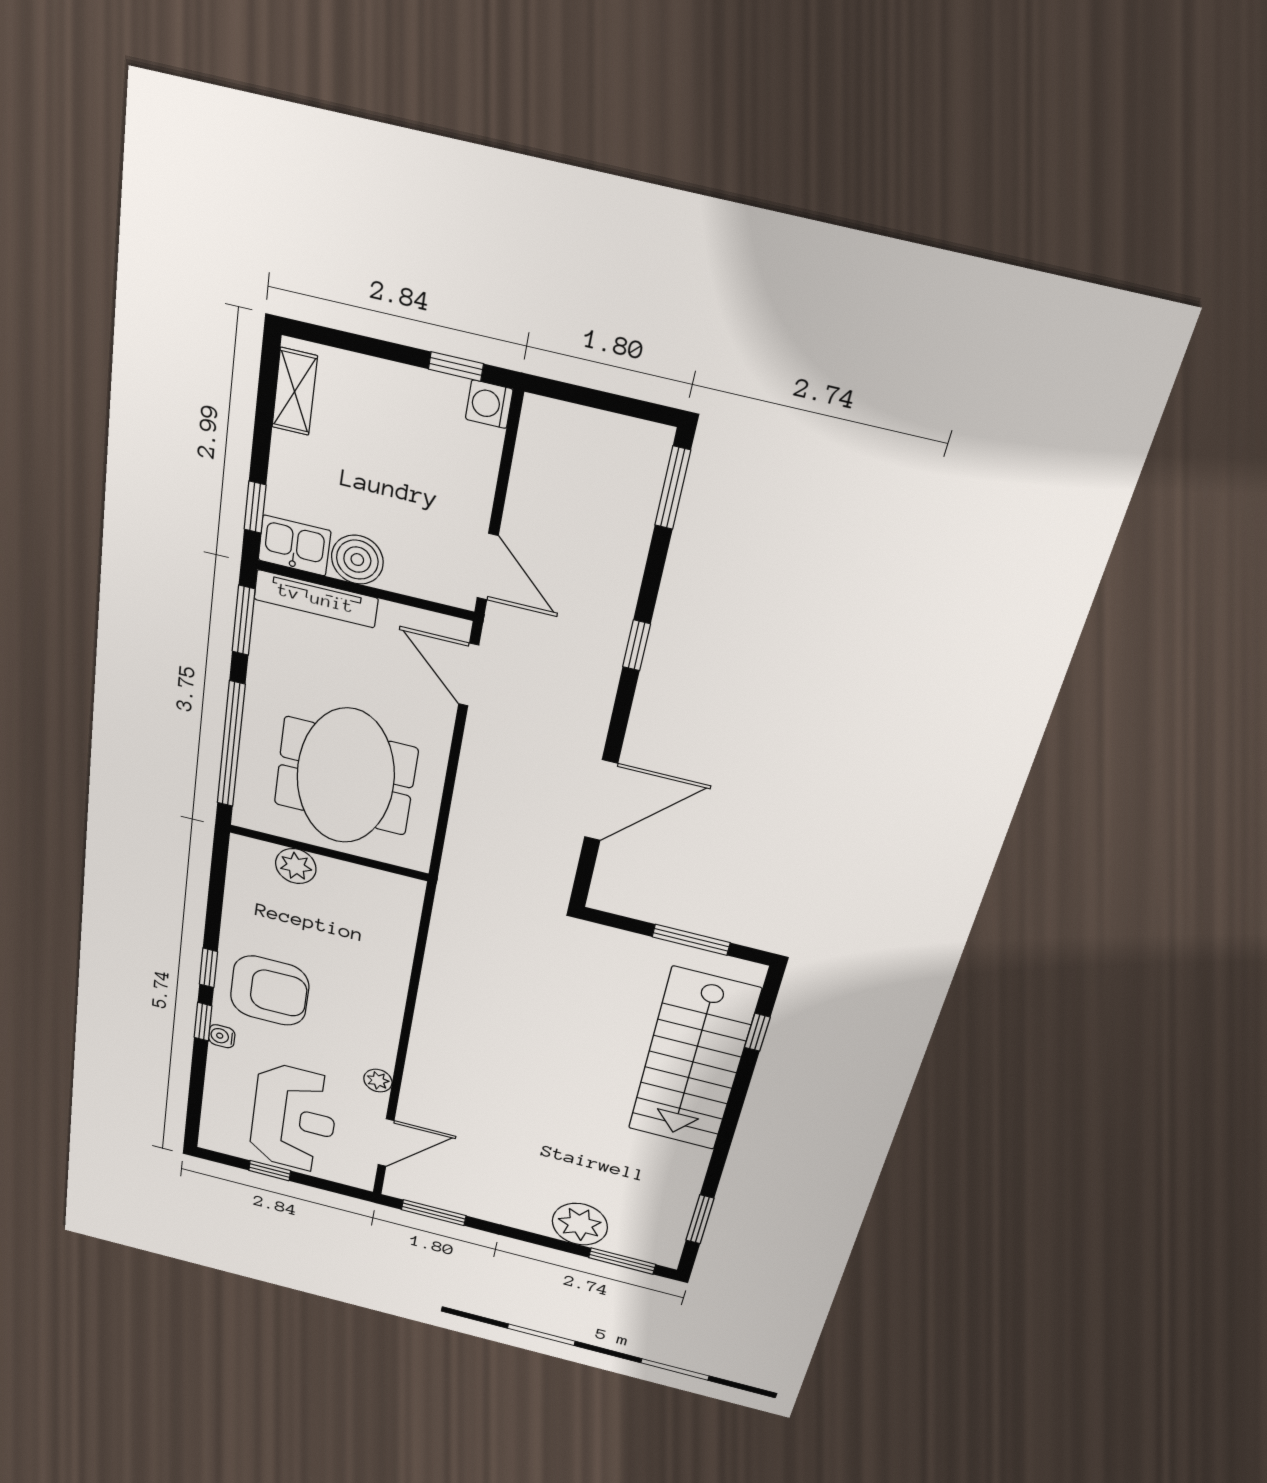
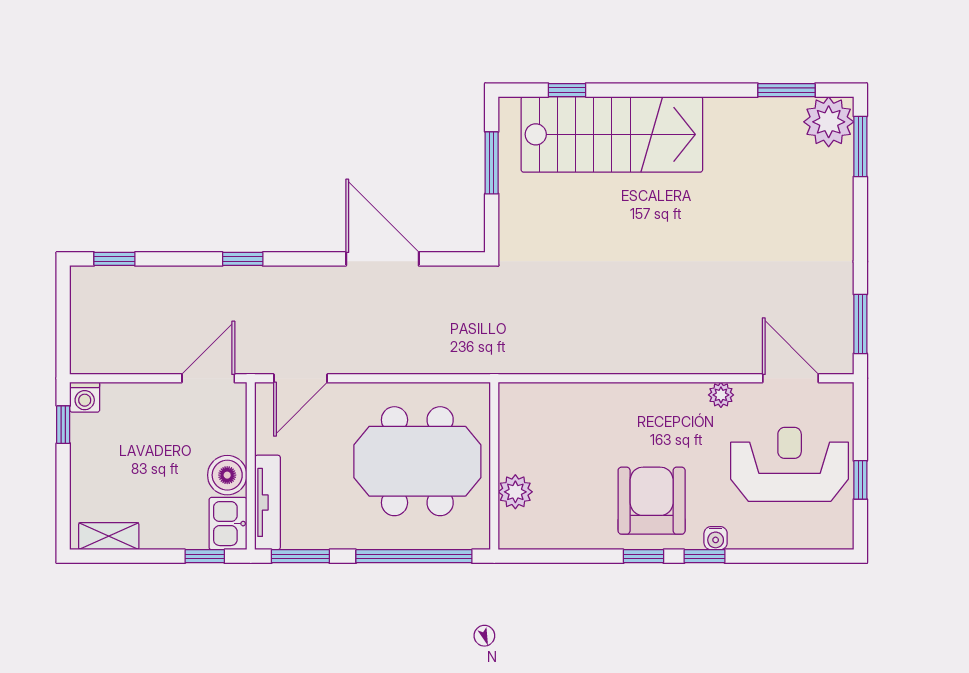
window: (673, 488) -> (114, 259), width x0.67
plant: (580, 1224) -> (829, 122), moved

